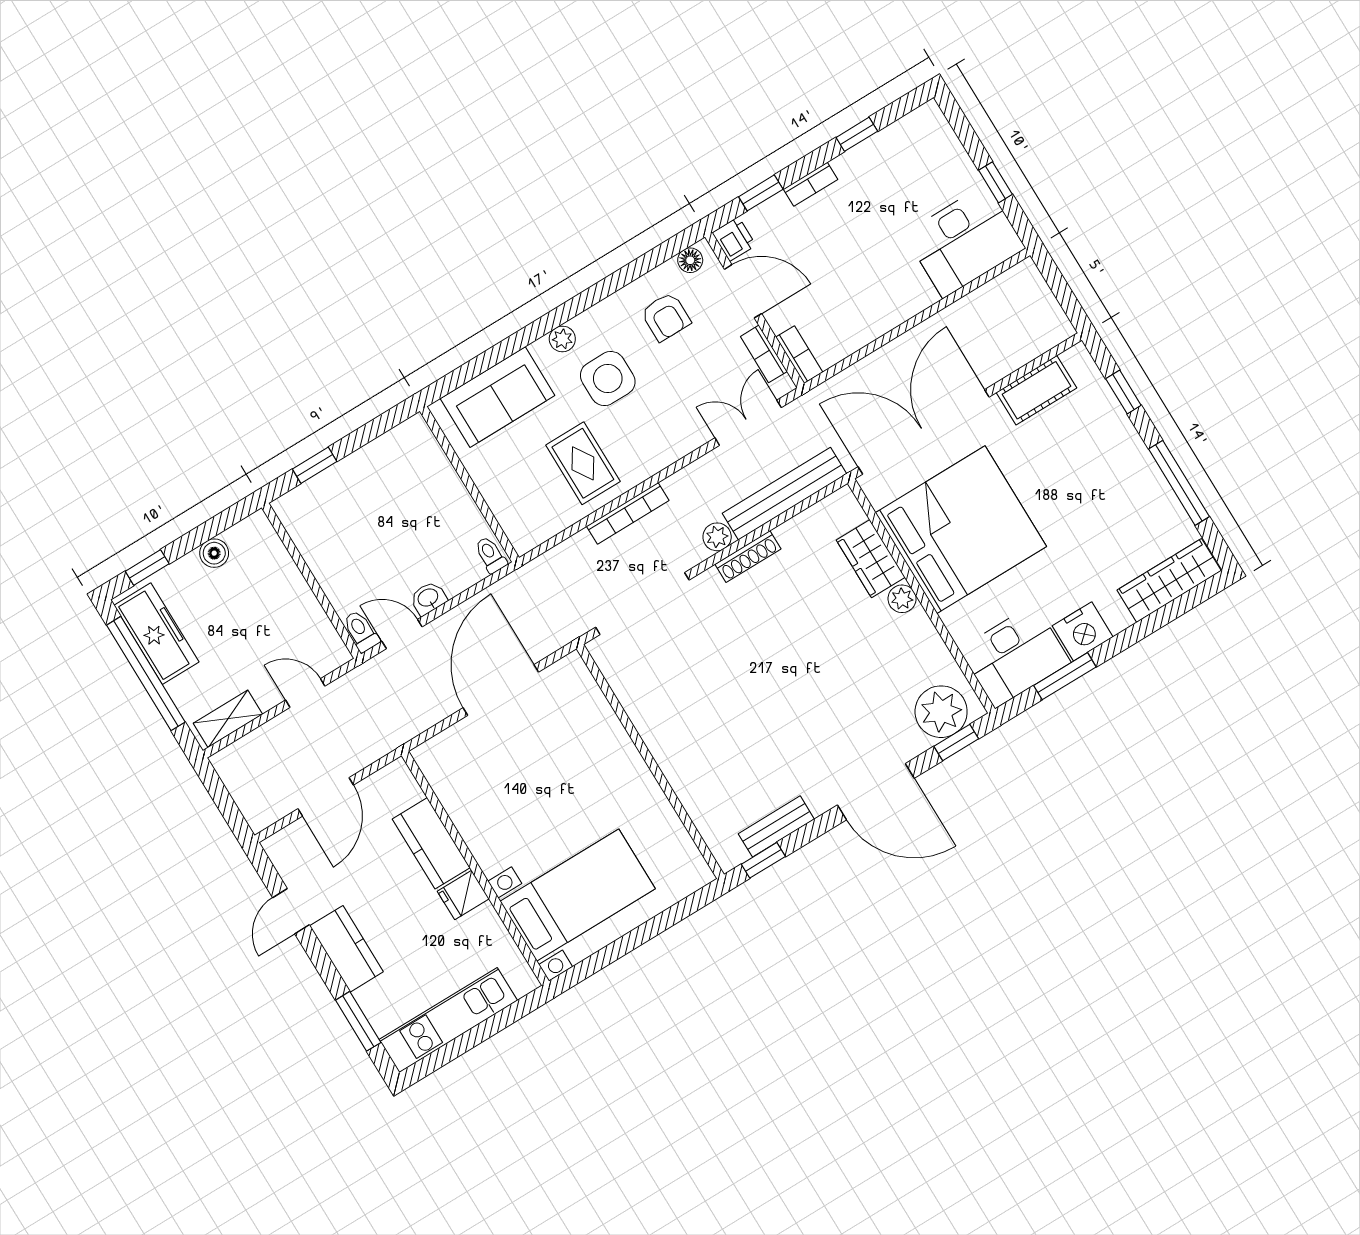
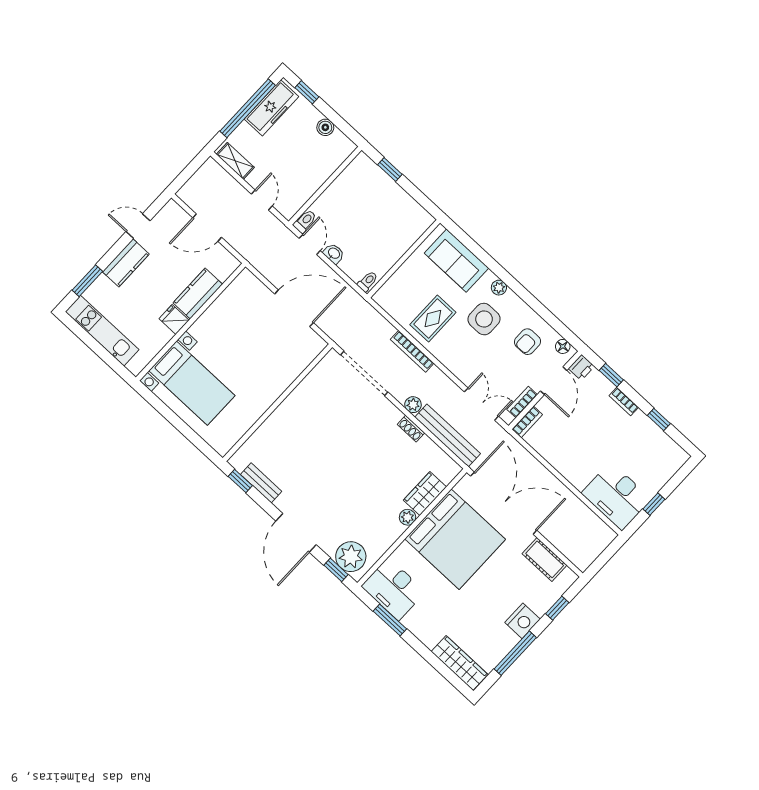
shoe rack: (748, 557) -> (411, 429), width x0.70
nightstand: (1083, 631) -> (523, 621), moved, turned -90

